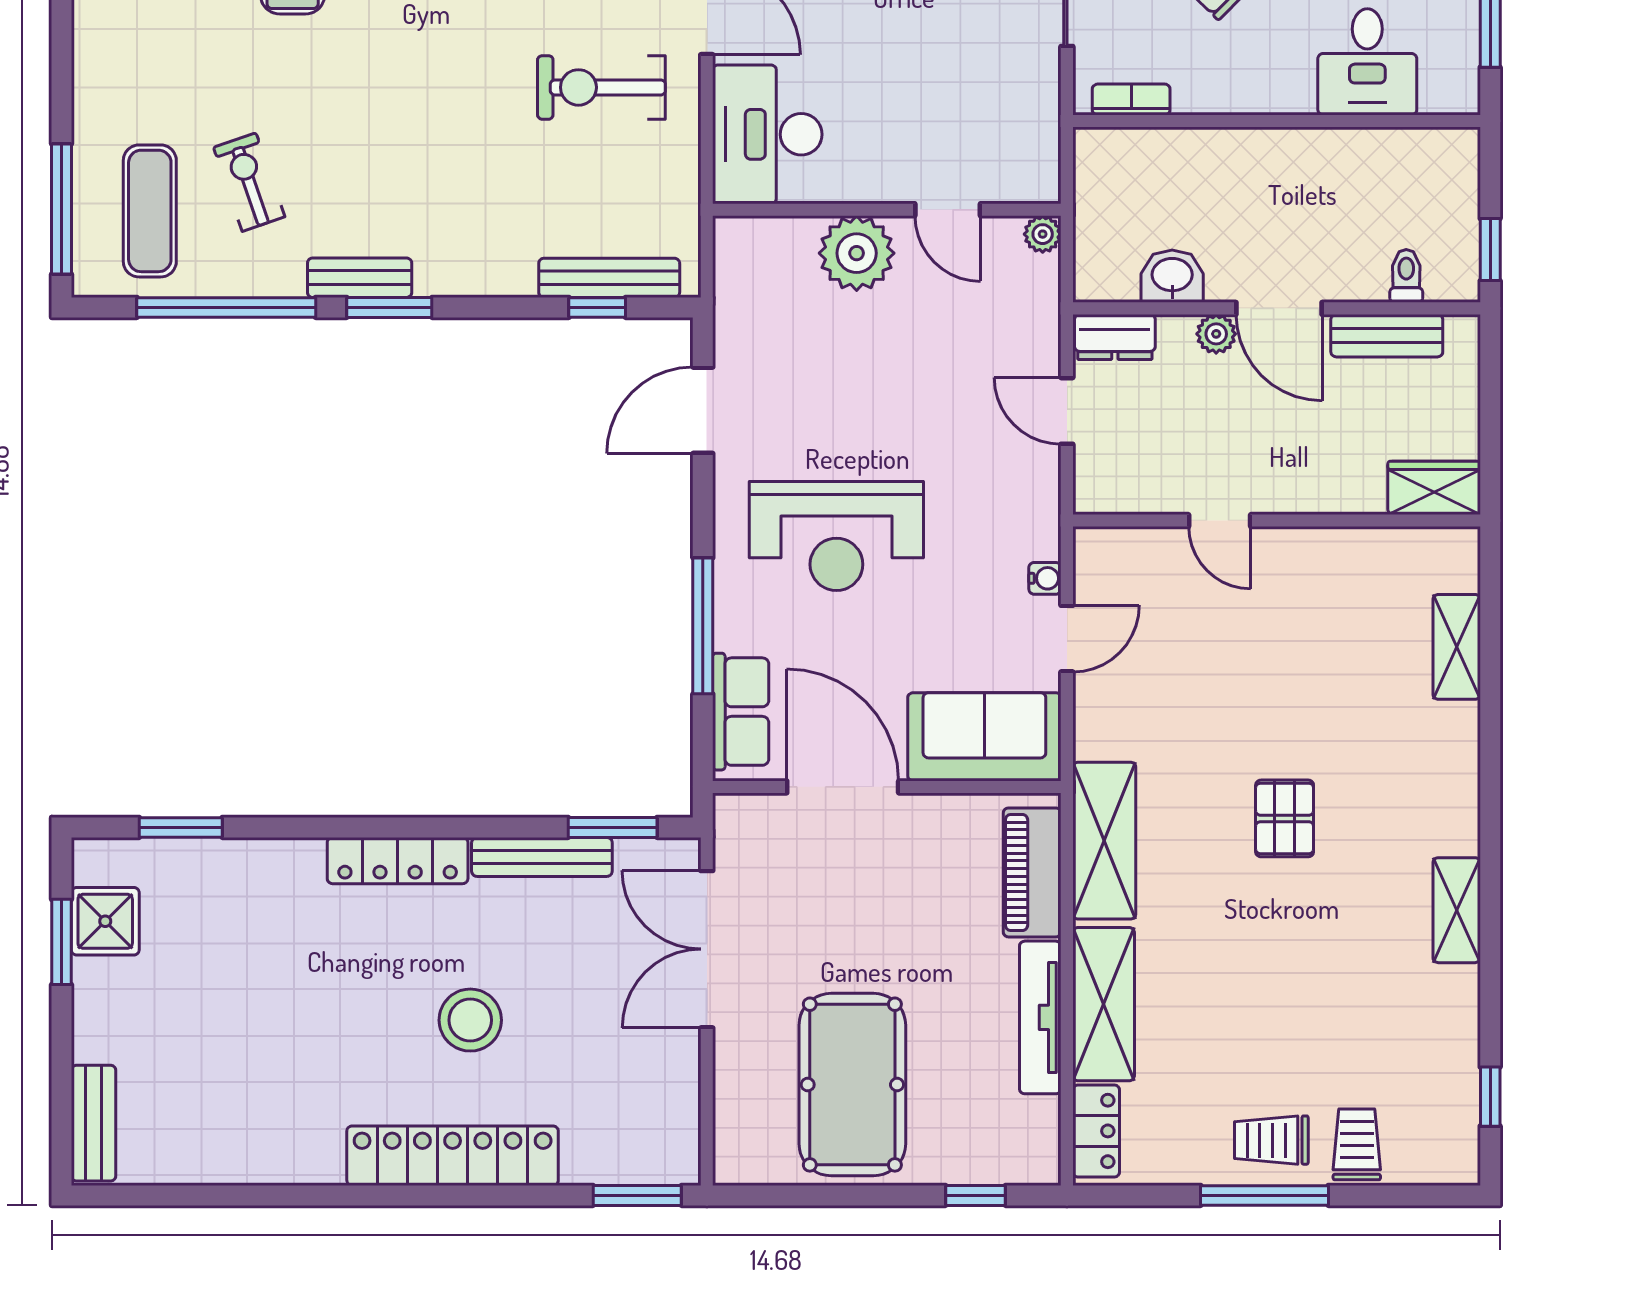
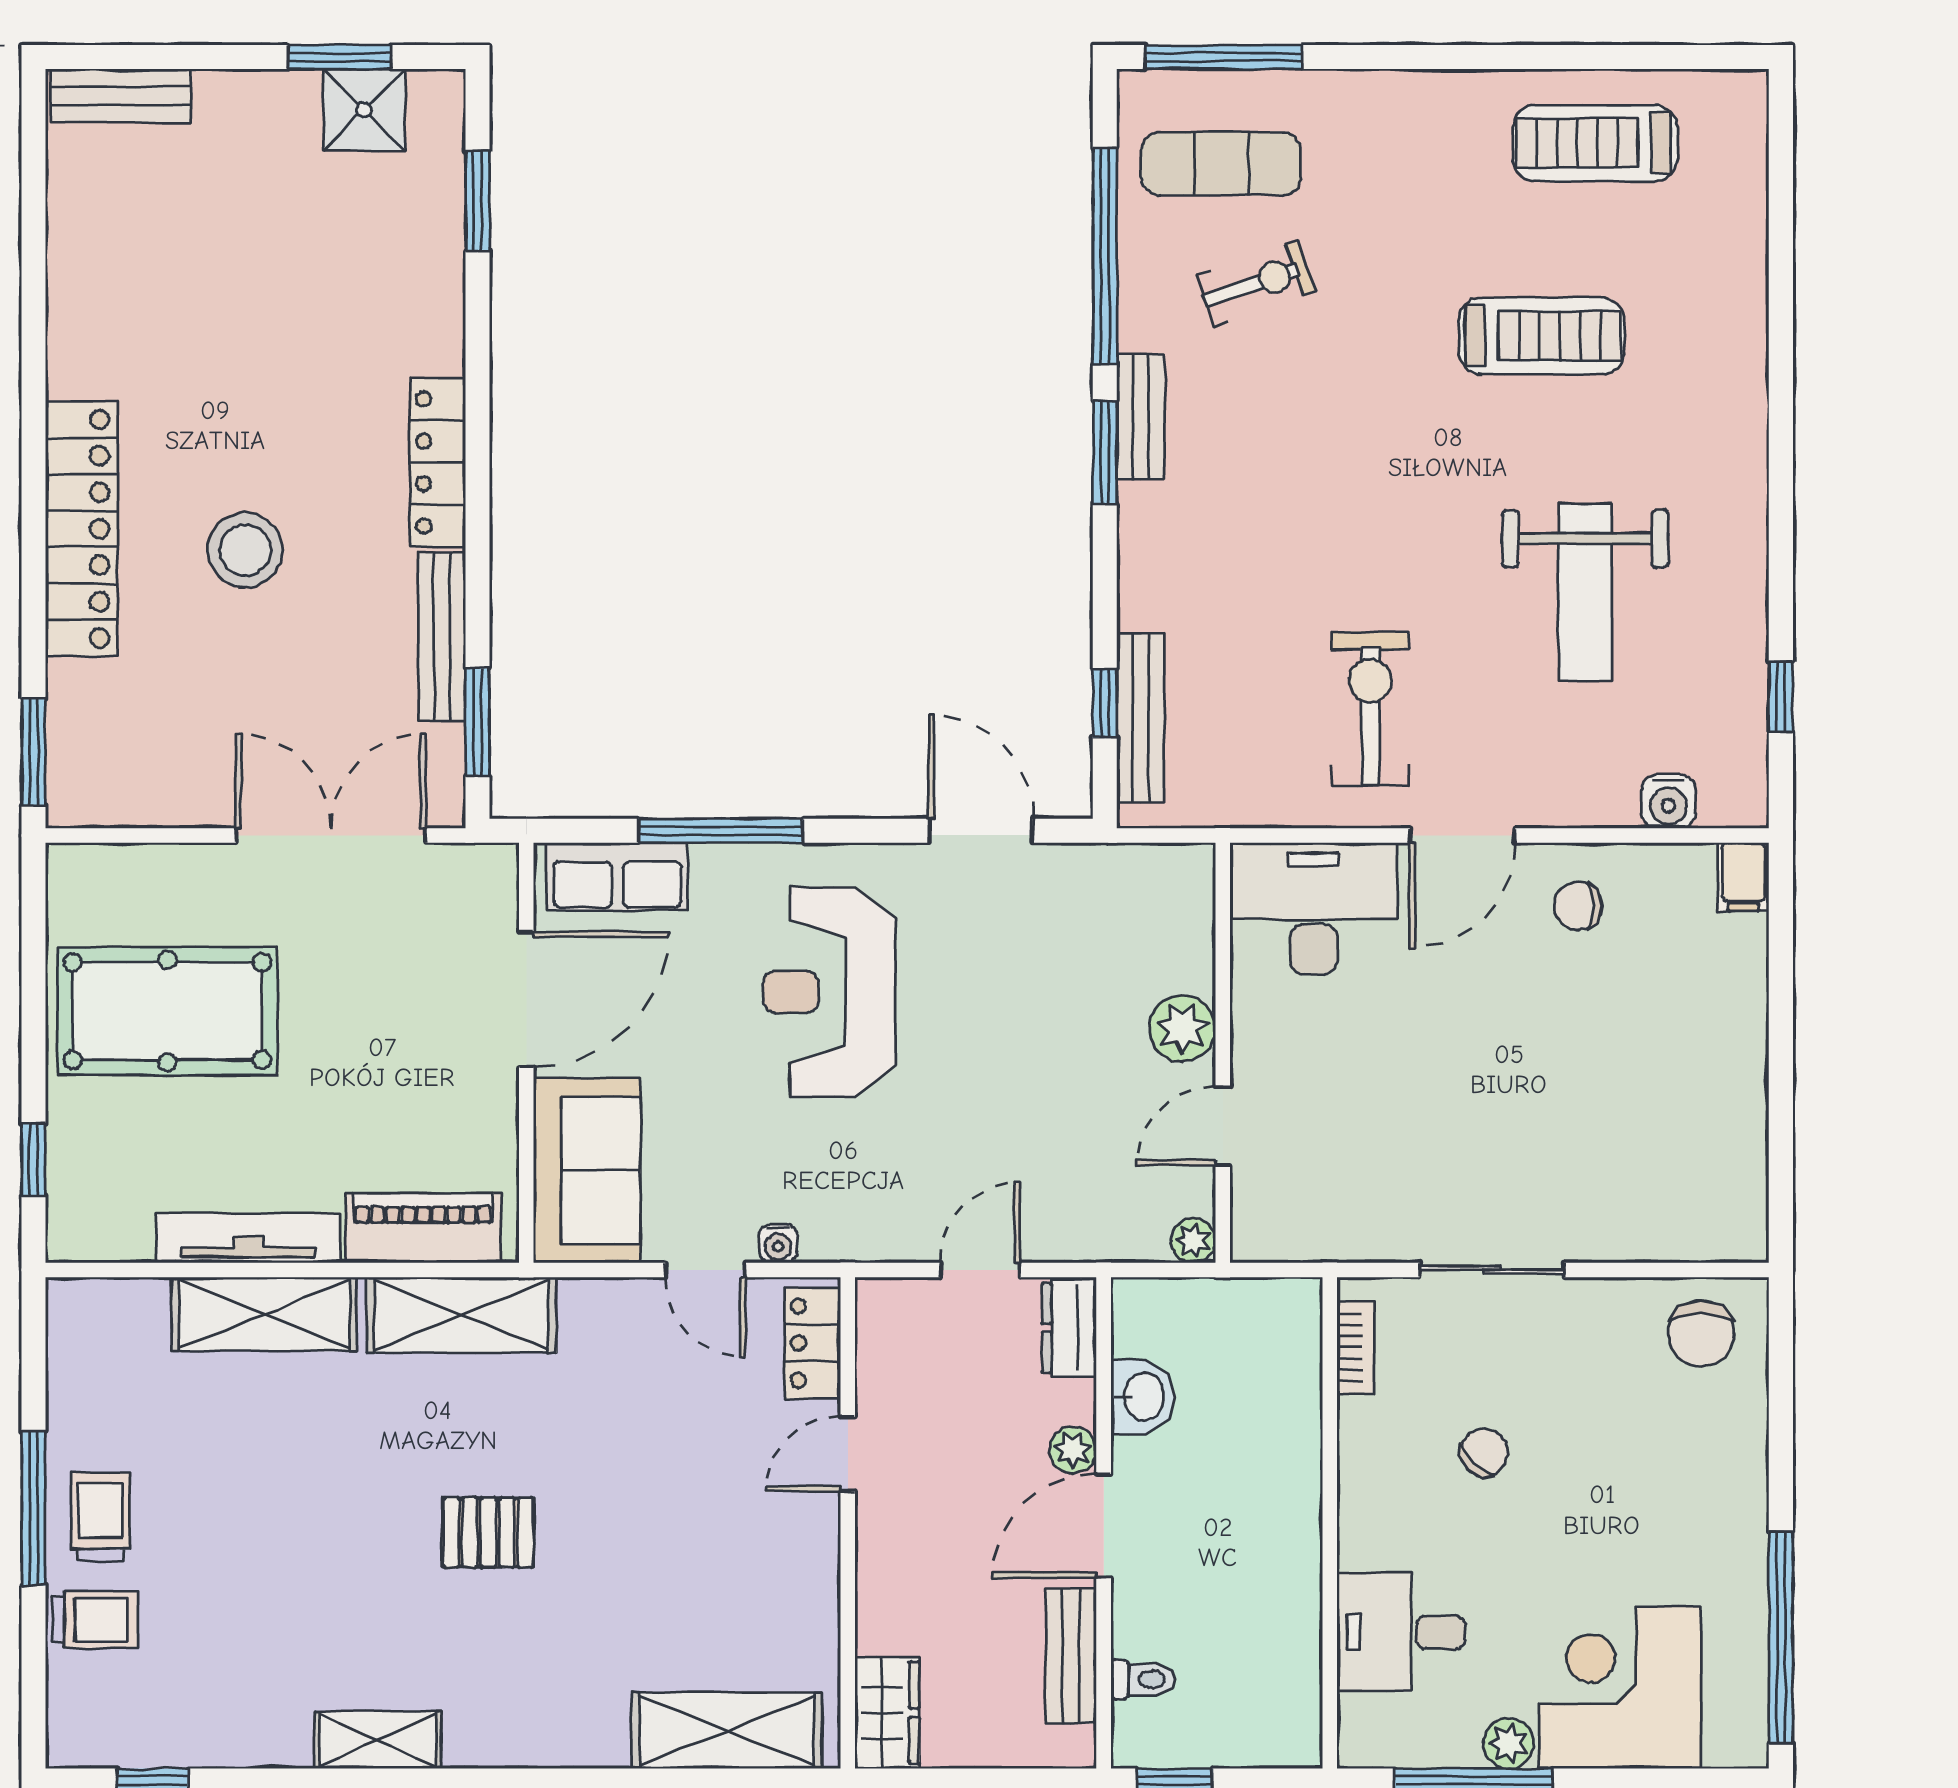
plant: (857, 253) -> (1182, 1028), width x0.73, depth x0.73
shelving: (1457, 647) -> (727, 1731), width x1.50, depth x1.33
locker: (1096, 1131) -> (812, 1343), moved, turned 90

